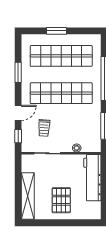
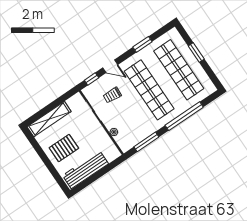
workbench: (92, 178) -> (85, 170), moved

